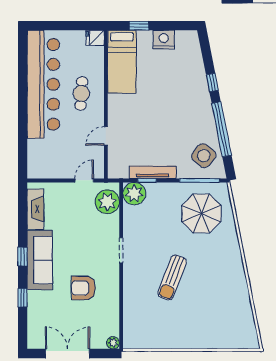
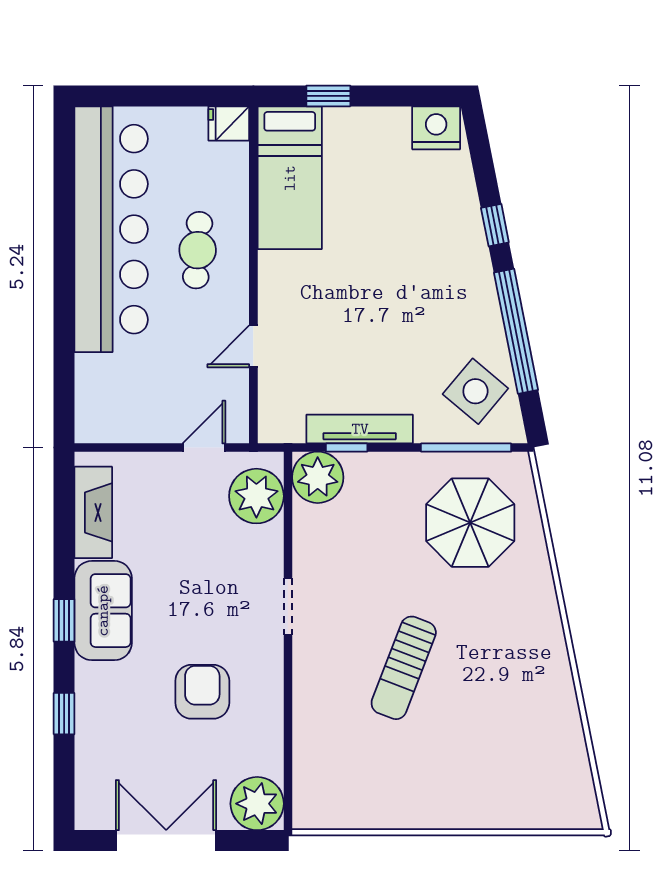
nightstand: (164, 40) -> (436, 128), moved
sofa: (40, 260) -> (103, 611), width x0.73
armchair: (83, 288) -> (202, 692), turned 90
plant: (113, 343) -> (257, 804), width x1.87, depth x1.87

